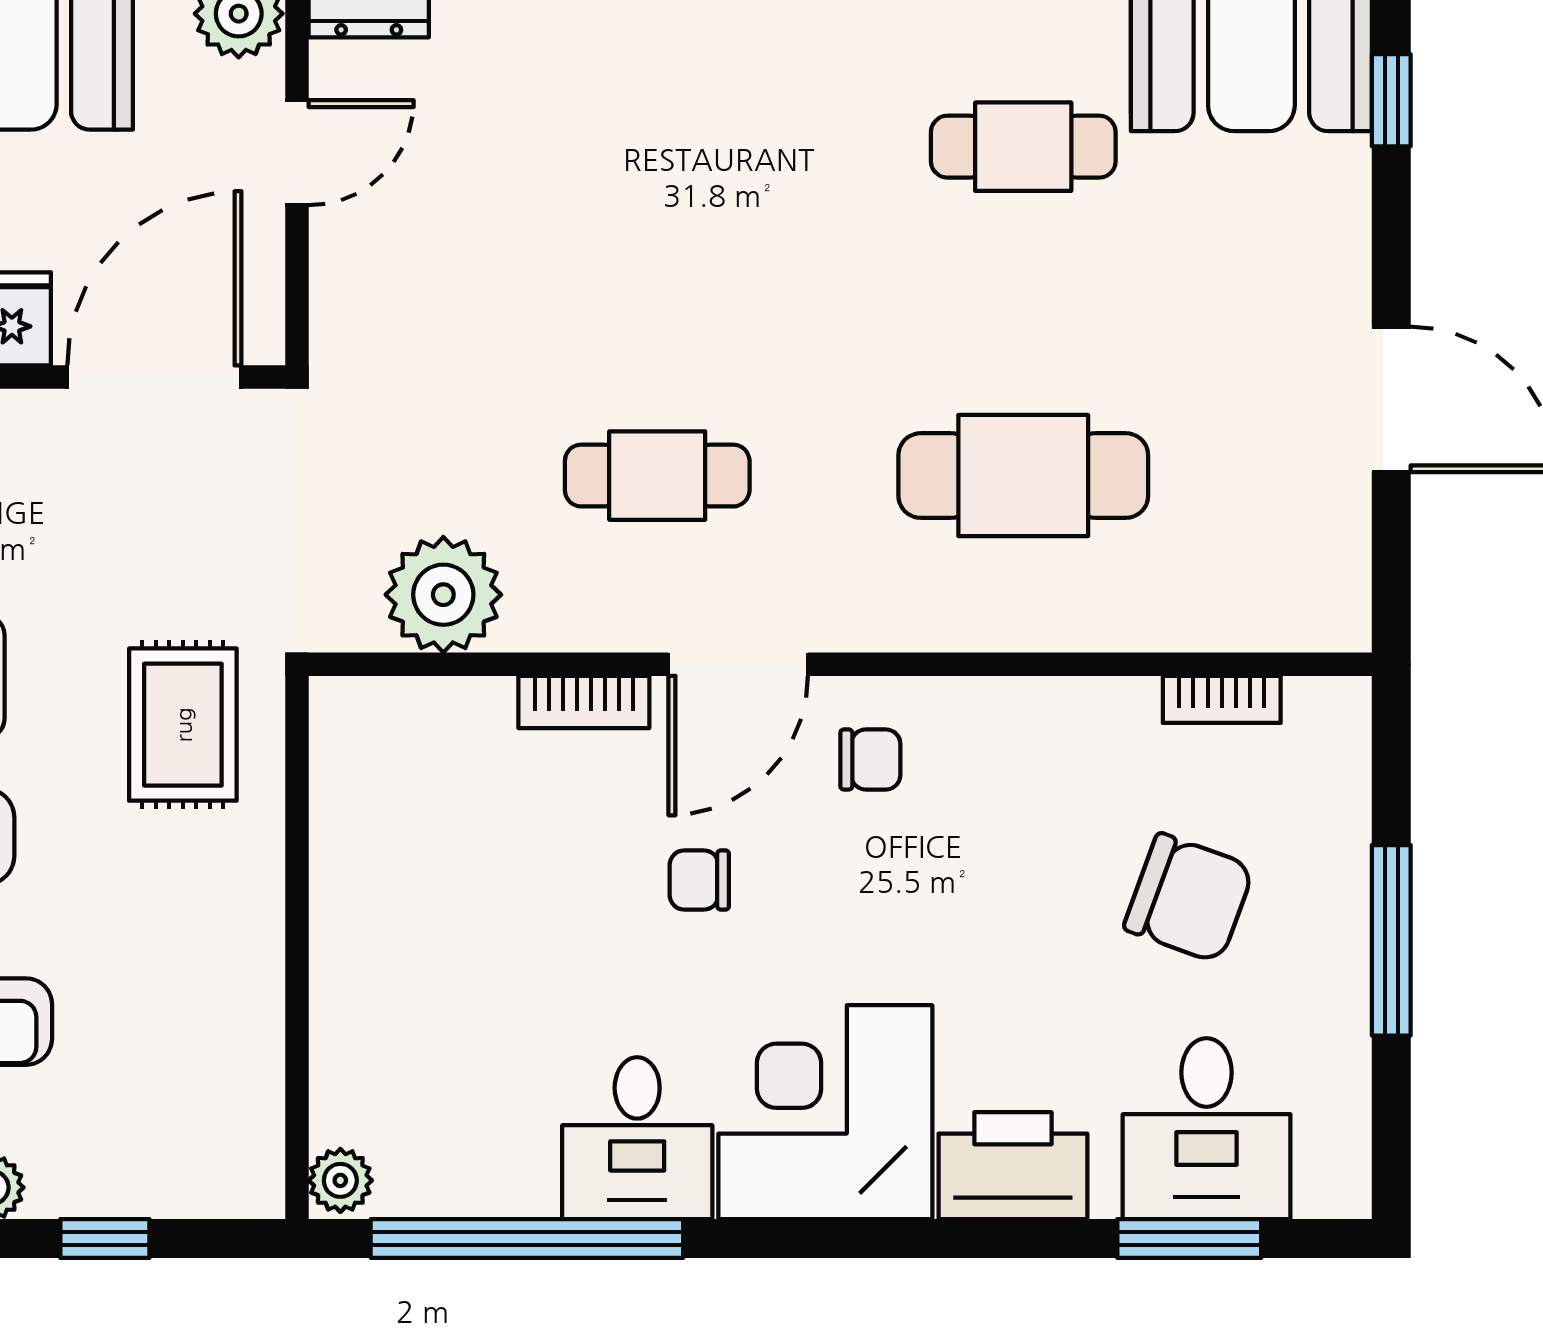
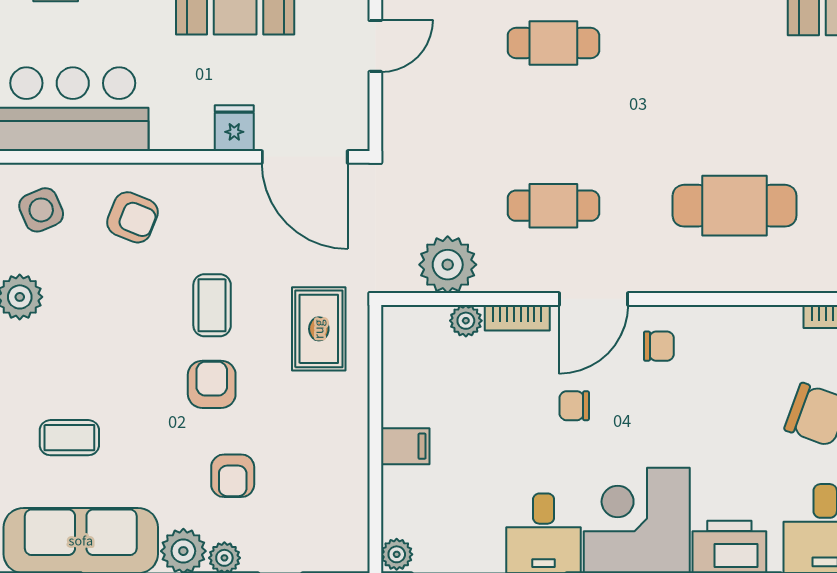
cafe table: (1023, 147) -> (553, 43), moved
door: (154, 377) -> (305, 157), swing flipped
plant: (480, 708) -> (466, 321), added
filing cabinet: (357, 962) -> (405, 446), added

